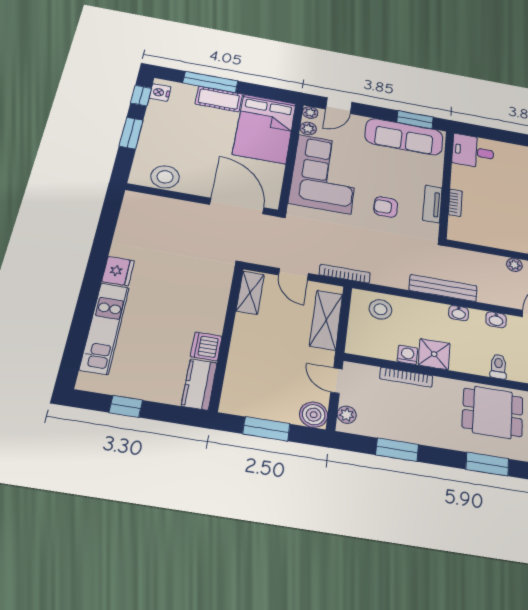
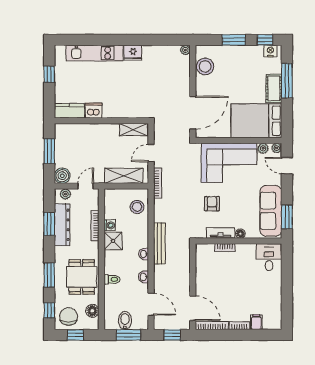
floor lamp: (435, 179) -> (240, 234), added
plant: (514, 265) -> (185, 50), moved
dresser: (400, 429) -> (62, 225), added

